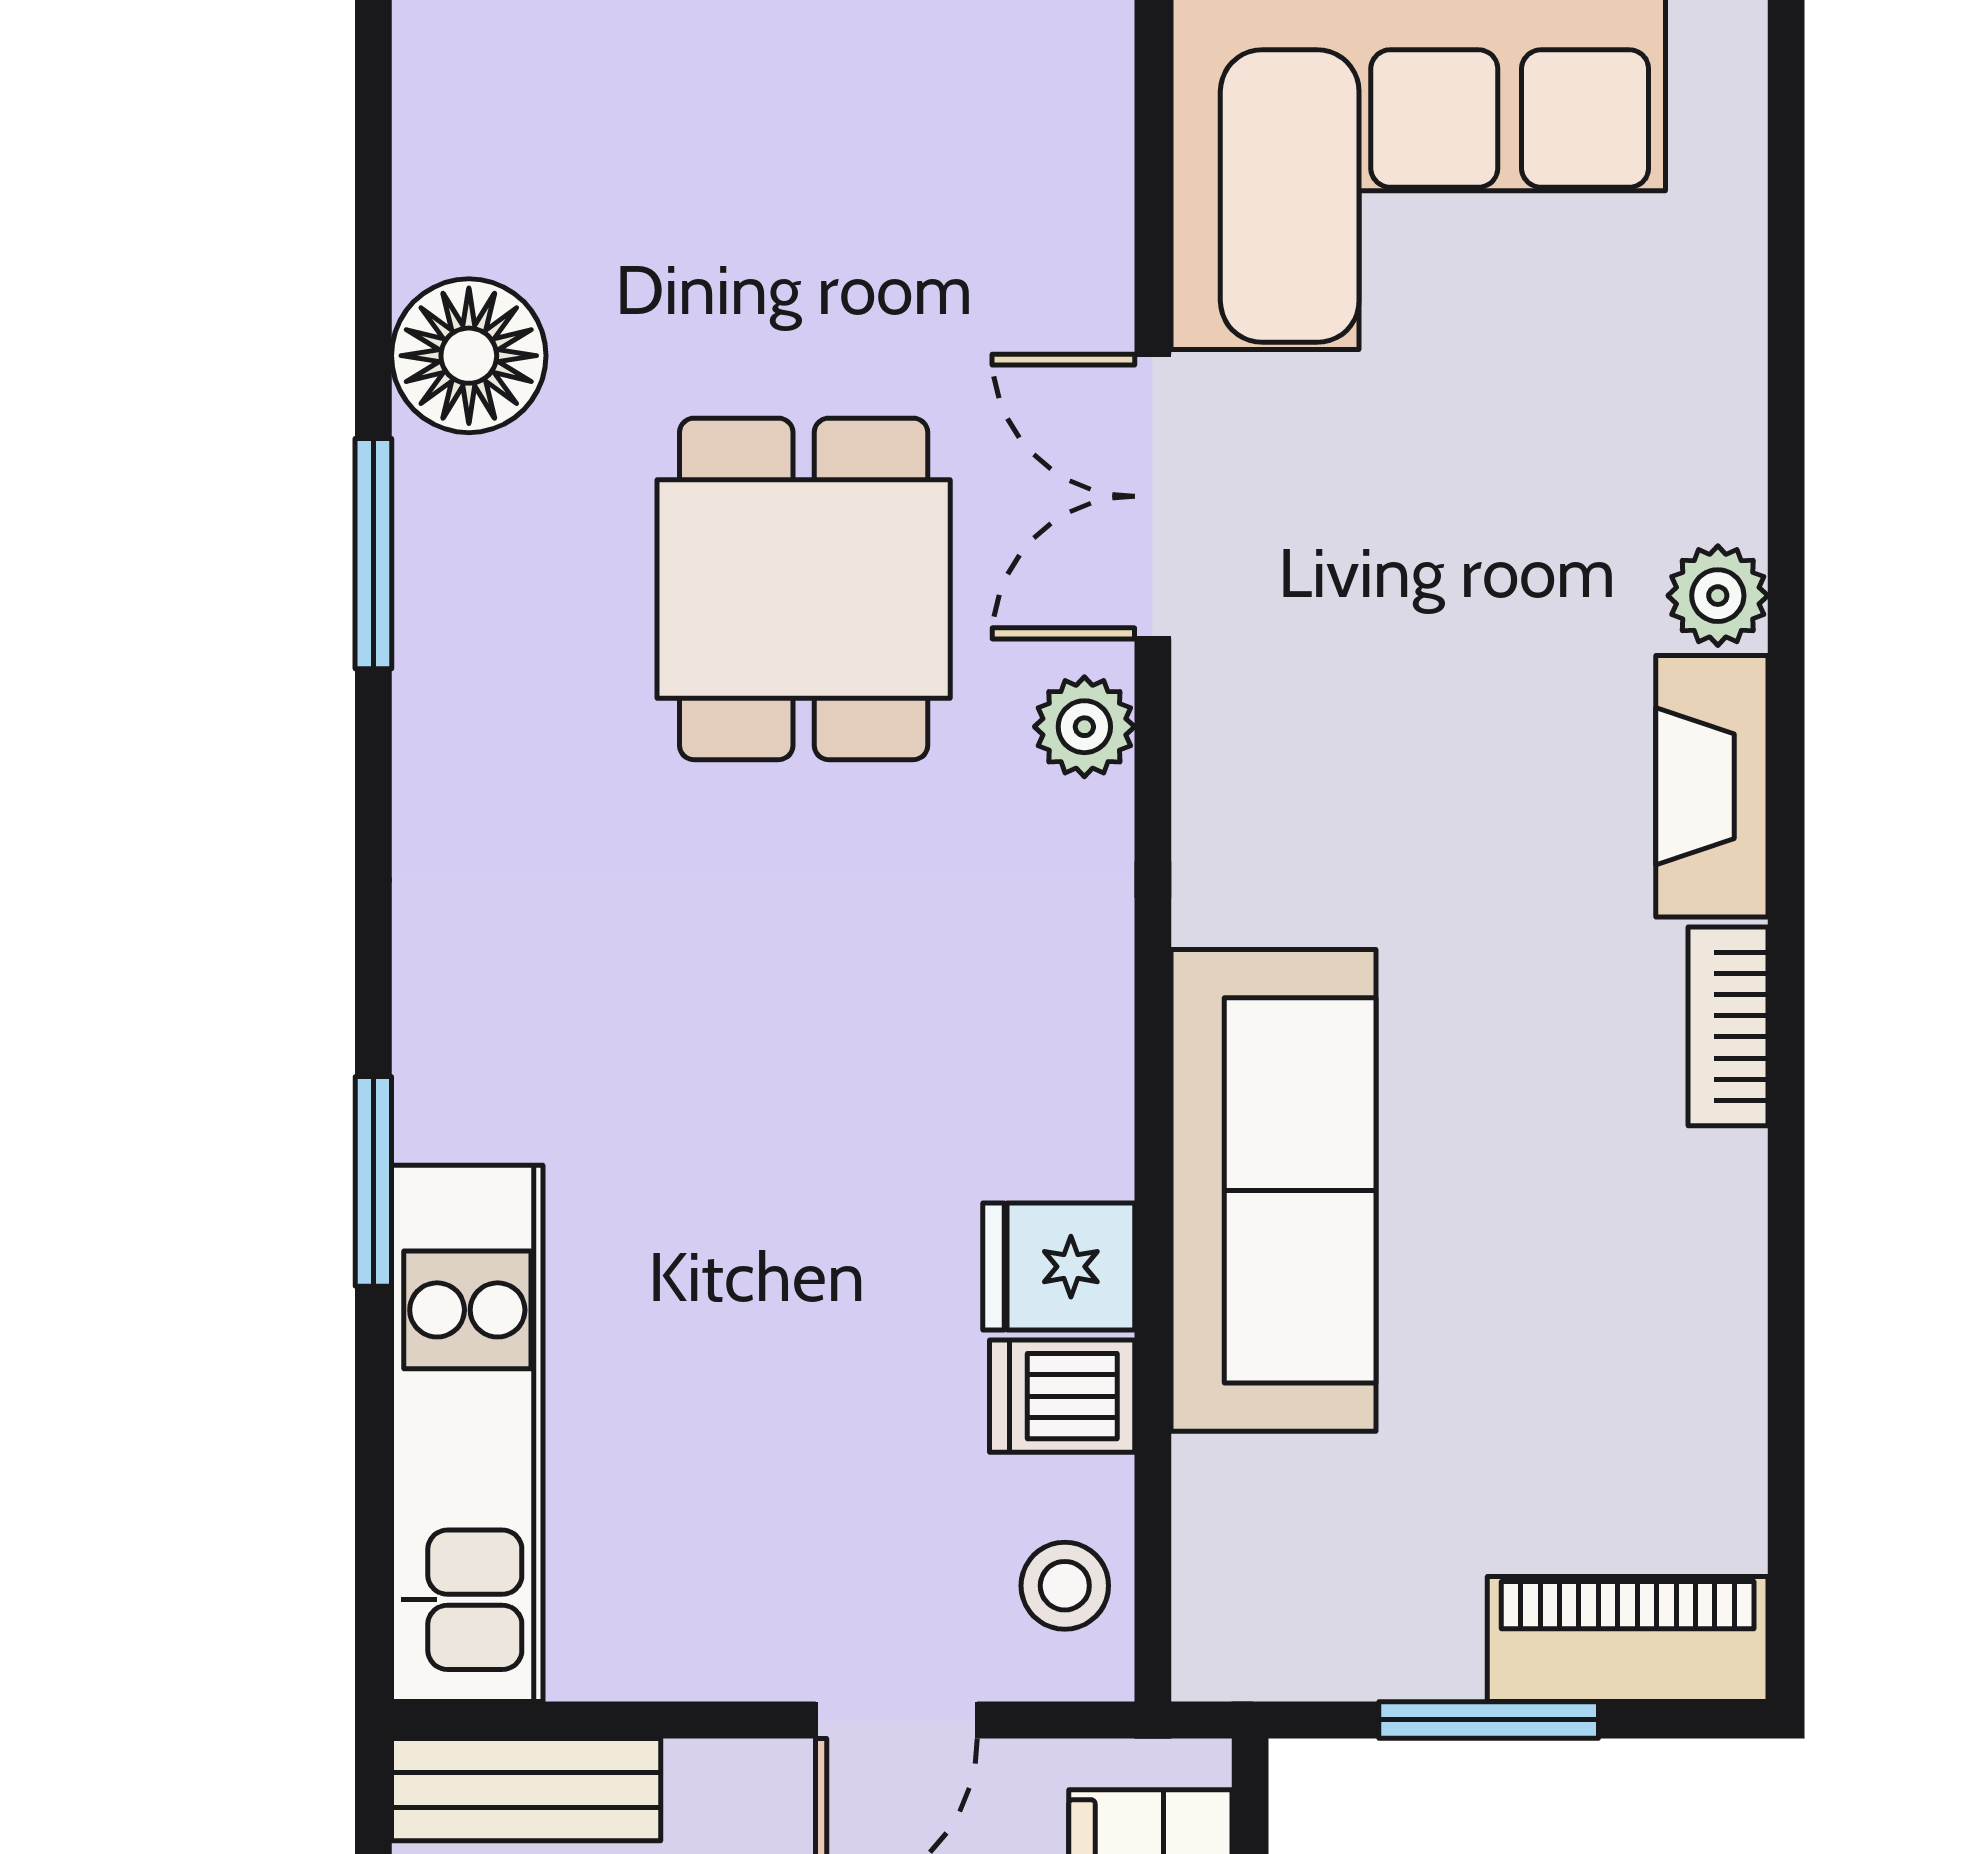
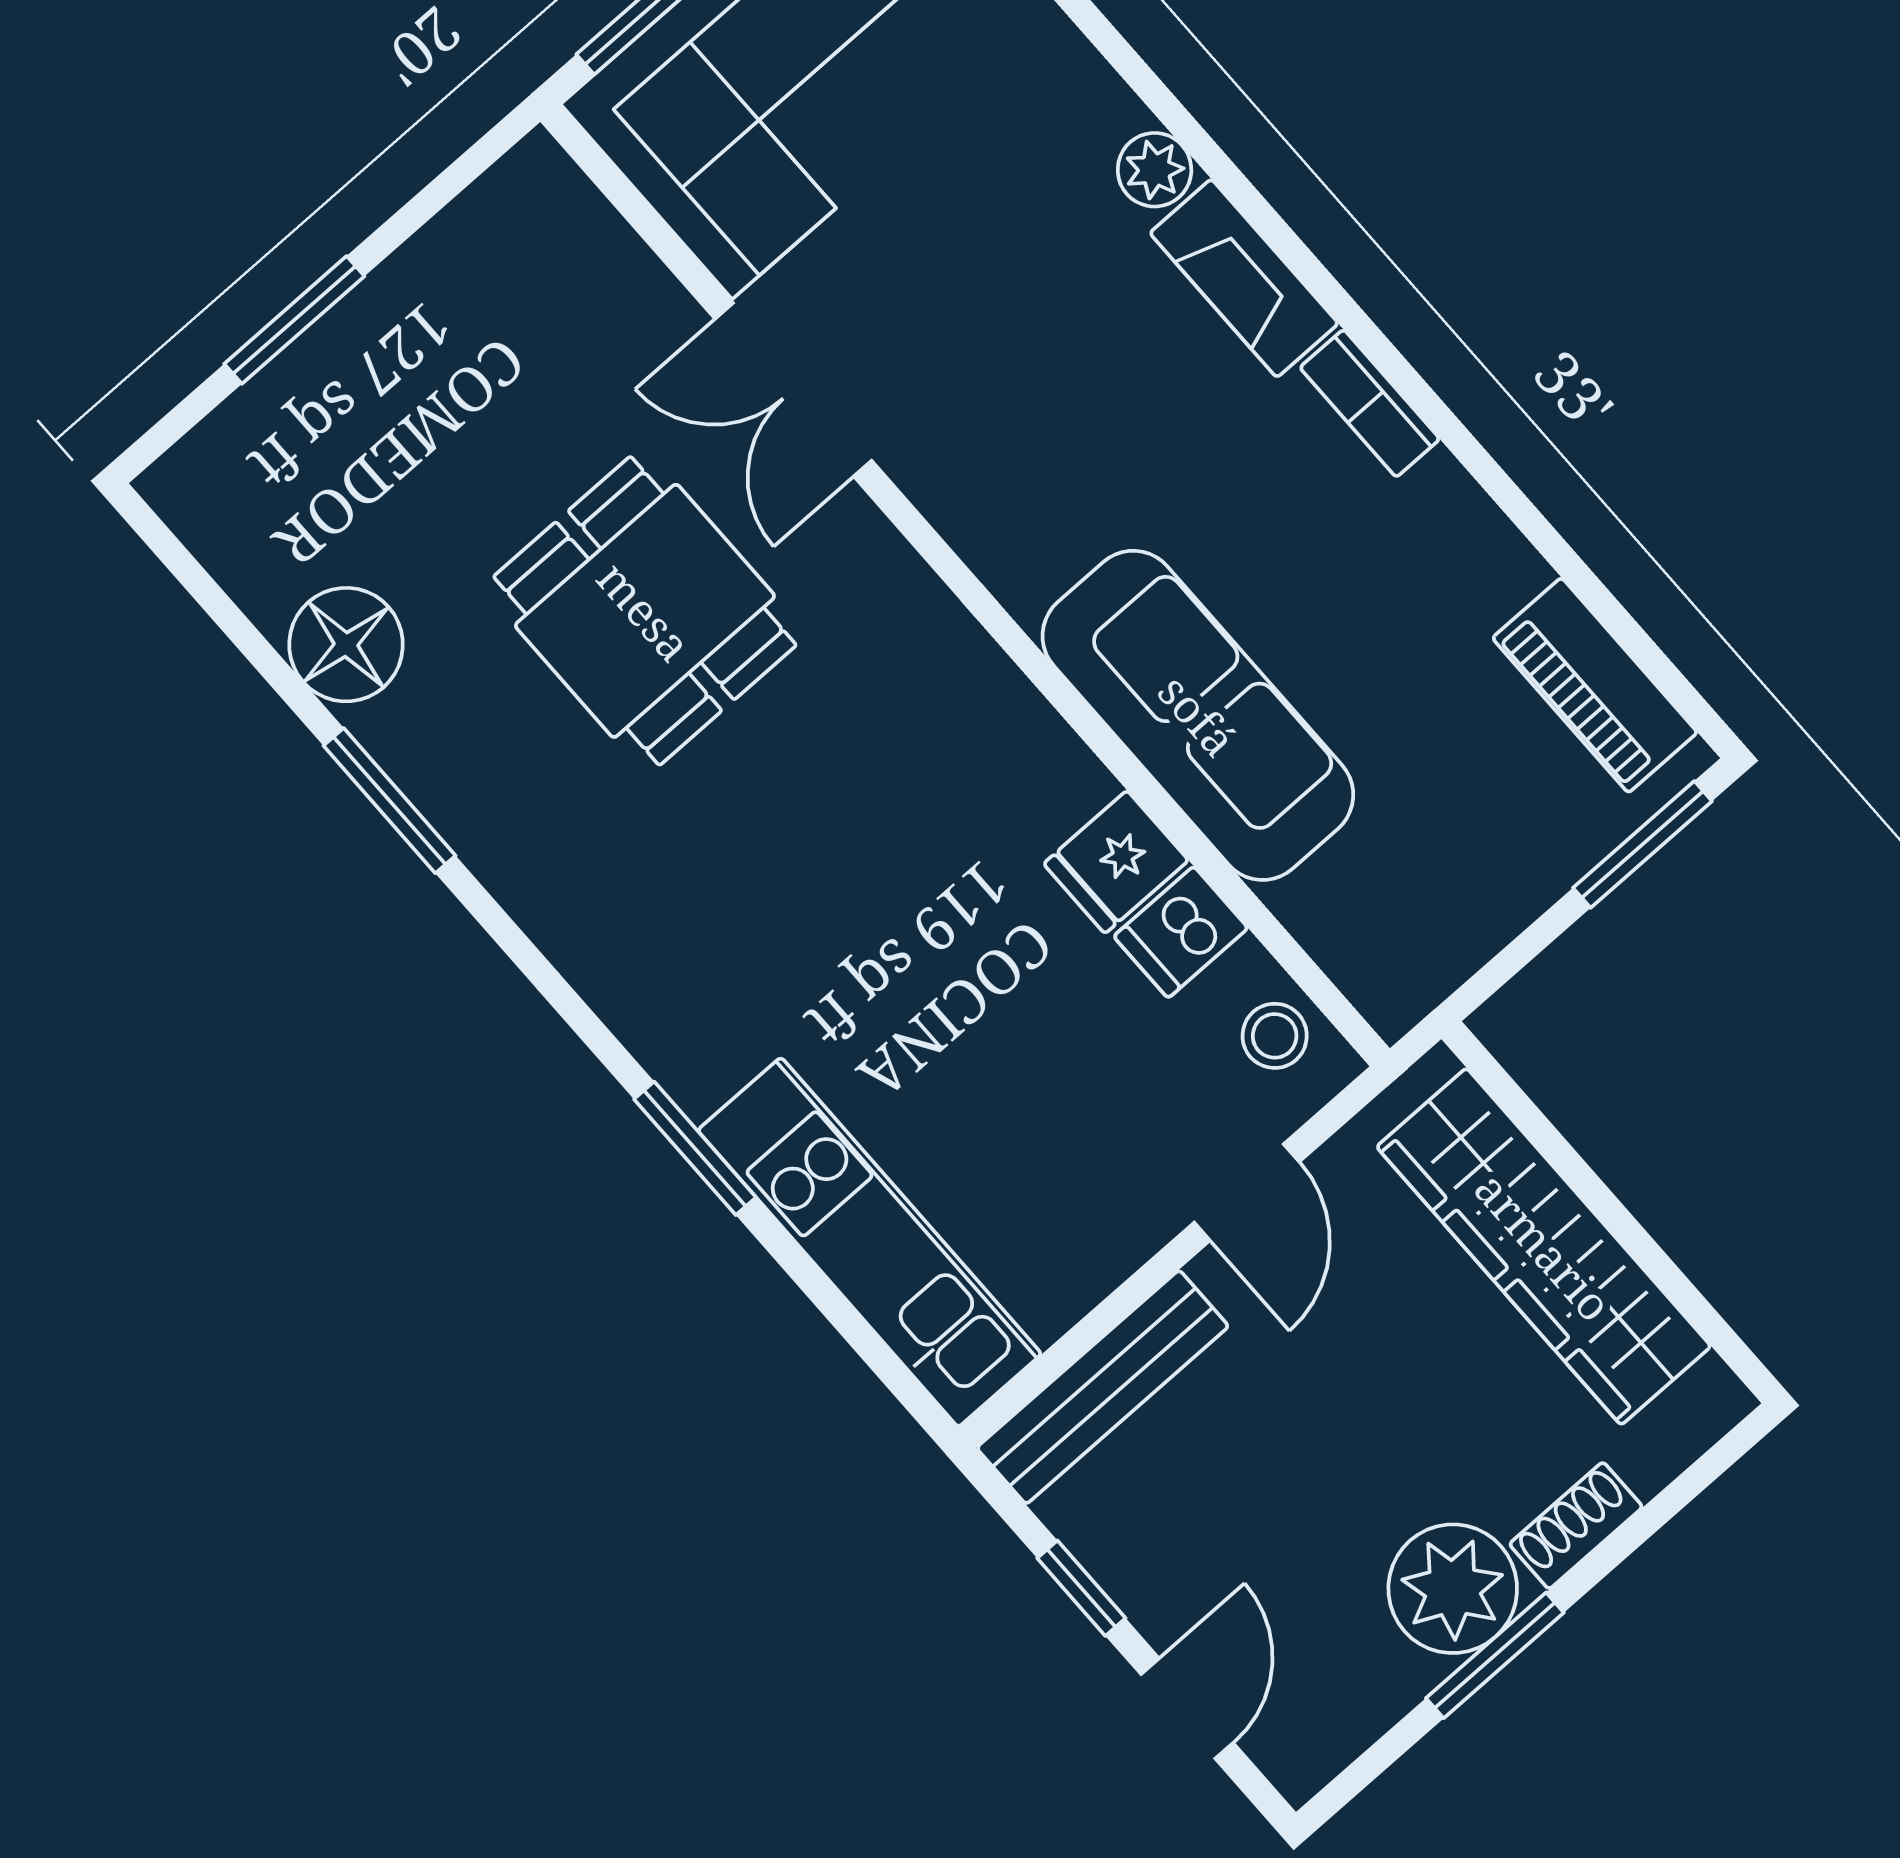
plant: (1084, 727) -> (868, 551), removed
piano: (1628, 1639) -> (1595, 685), moved, turned -90
window: (1489, 1720) -> (1642, 844), moved
bench: (526, 1790) -> (1103, 1387), width x1.36

